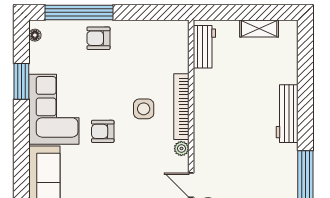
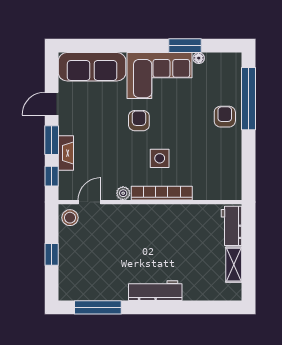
floor lamp: (35, 35) -> (199, 58), moved
workbench: (204, 47) -> (232, 226), moved, turned 90

